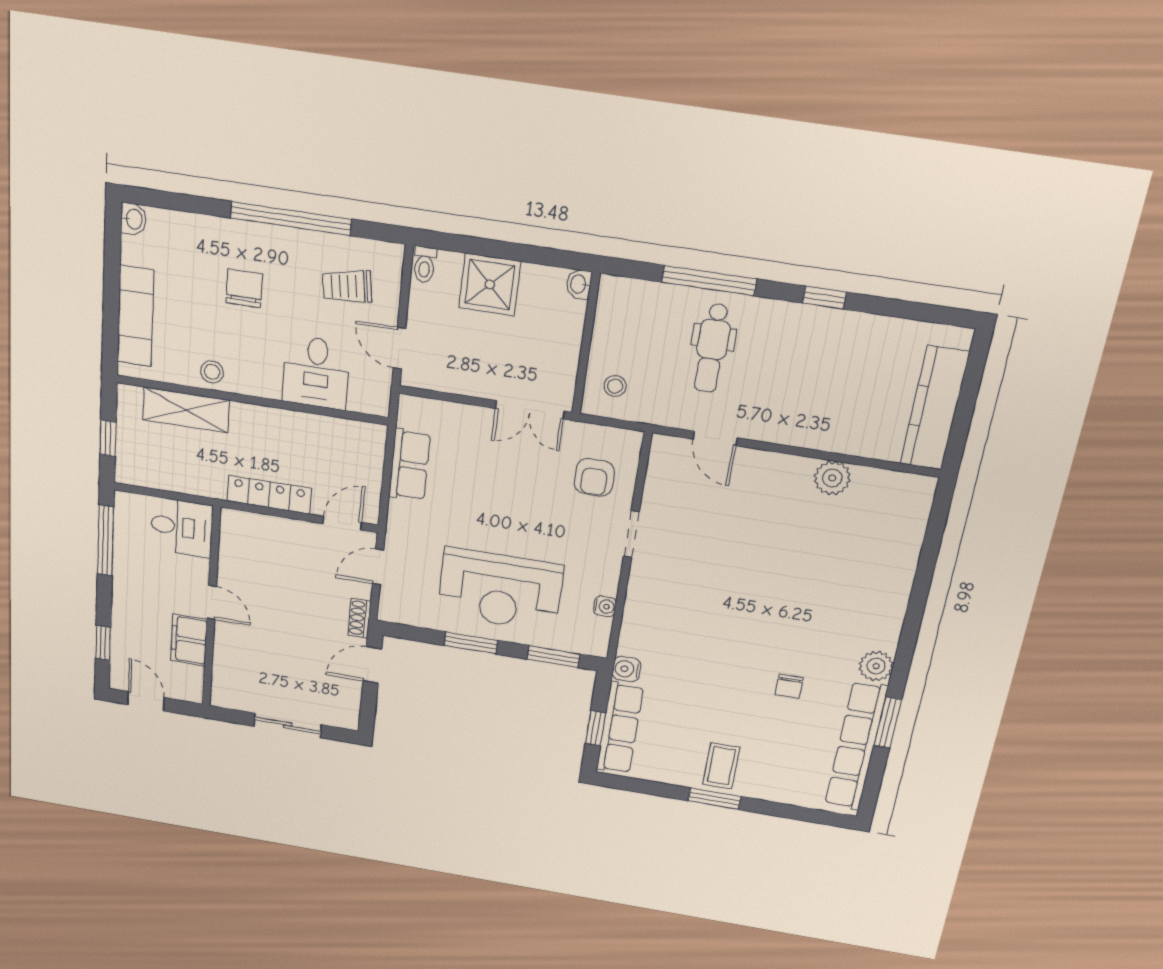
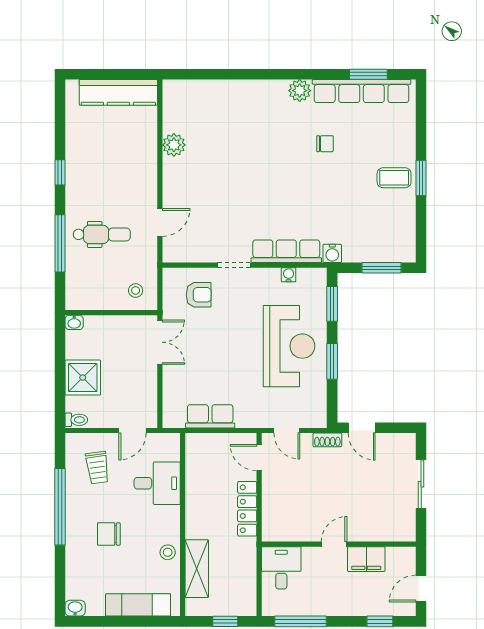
window: (888, 723) -> (368, 74), moved
window: (595, 728) -> (381, 268), width x1.50
row of seats: (620, 728) -> (286, 251), moved

